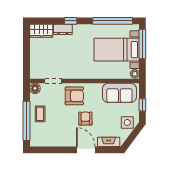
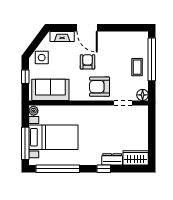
armchair: (85, 119) -> (88, 62), turned 180

